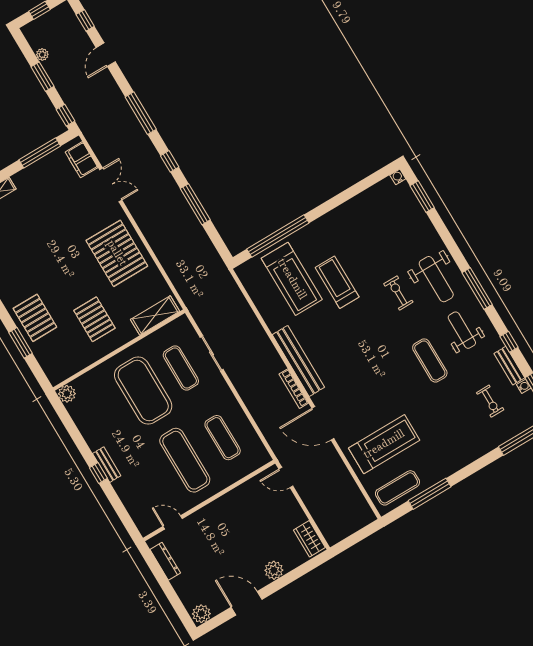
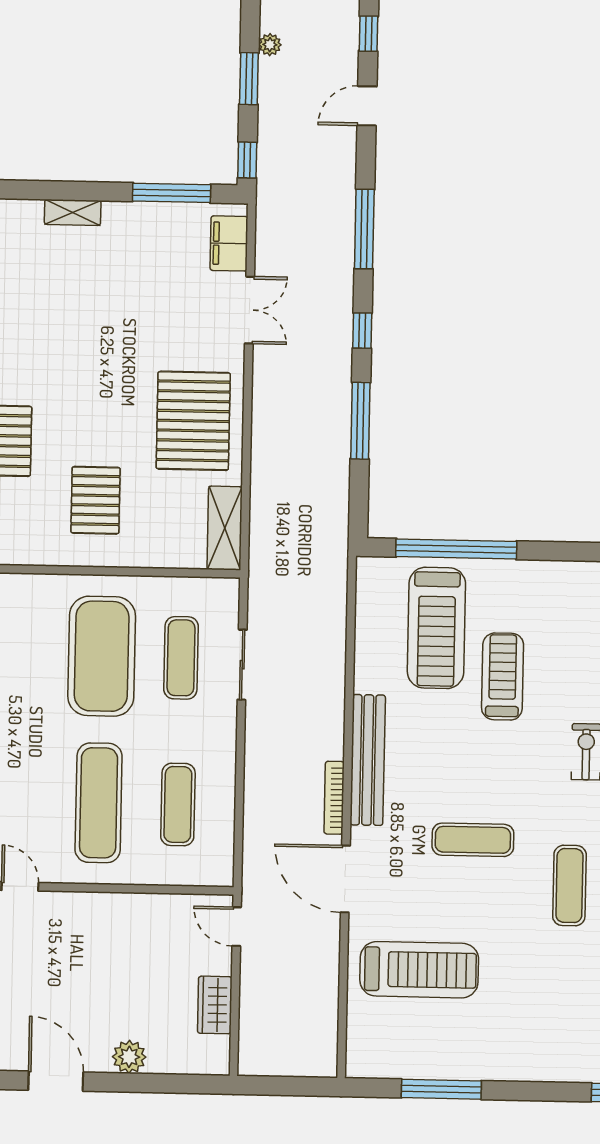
shelving: (155, 315) -> (225, 528), moved, turned 90
exercise mat: (397, 488) -> (473, 840), moved
wardrobe: (309, 539) -> (215, 1005), moved

